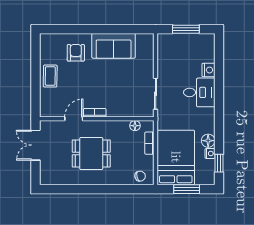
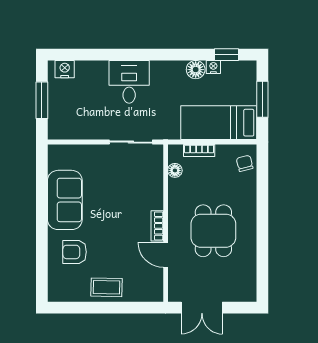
nightstand: (208, 70) -> (65, 69), moved
bed: (176, 157) -> (219, 123), width x0.67

